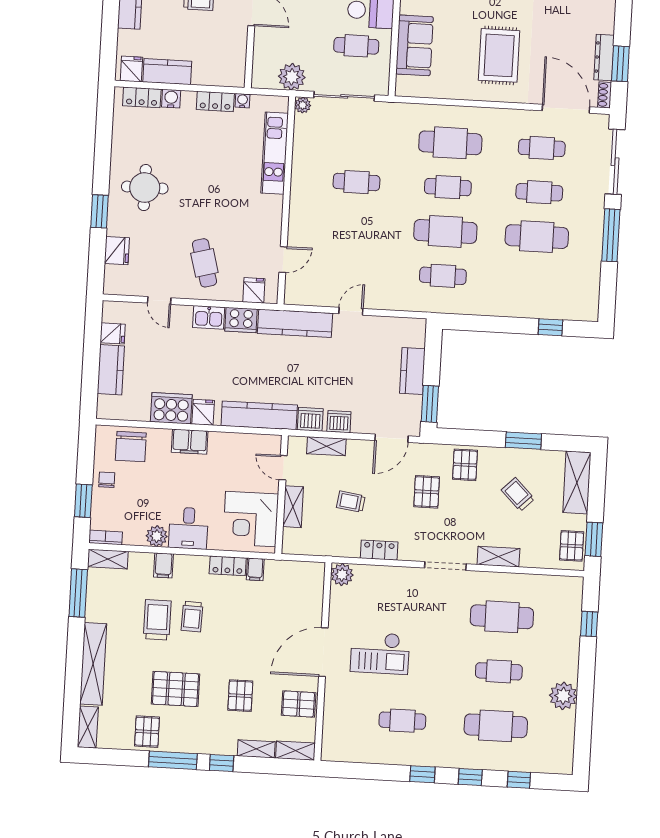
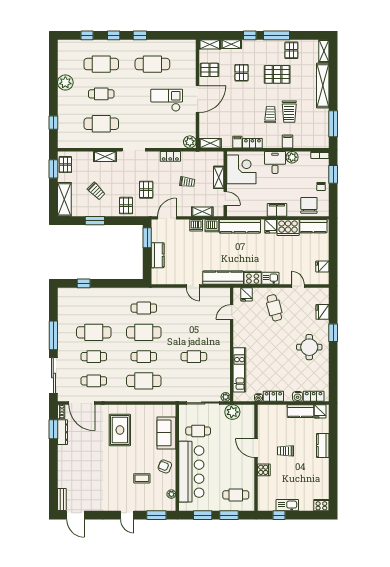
door: (351, 311) -> (193, 286), hinge flipped
kitchen counter: (111, 370) -> (313, 226), moved, turned -90
shelving: (108, 559) -> (210, 143), moved
cafe table: (402, 721) -> (152, 64), width x1.37, depth x1.35

